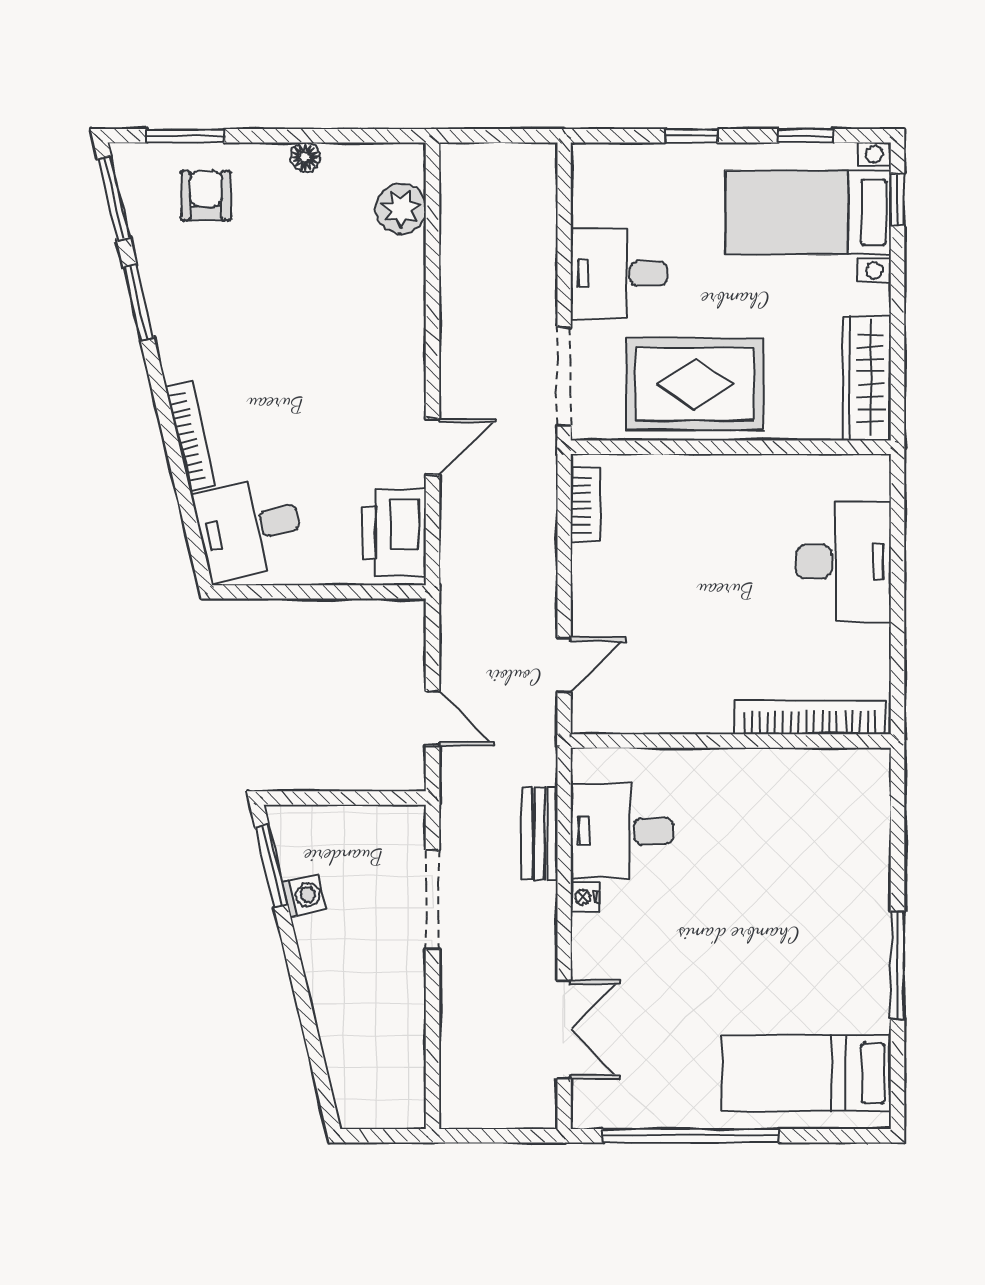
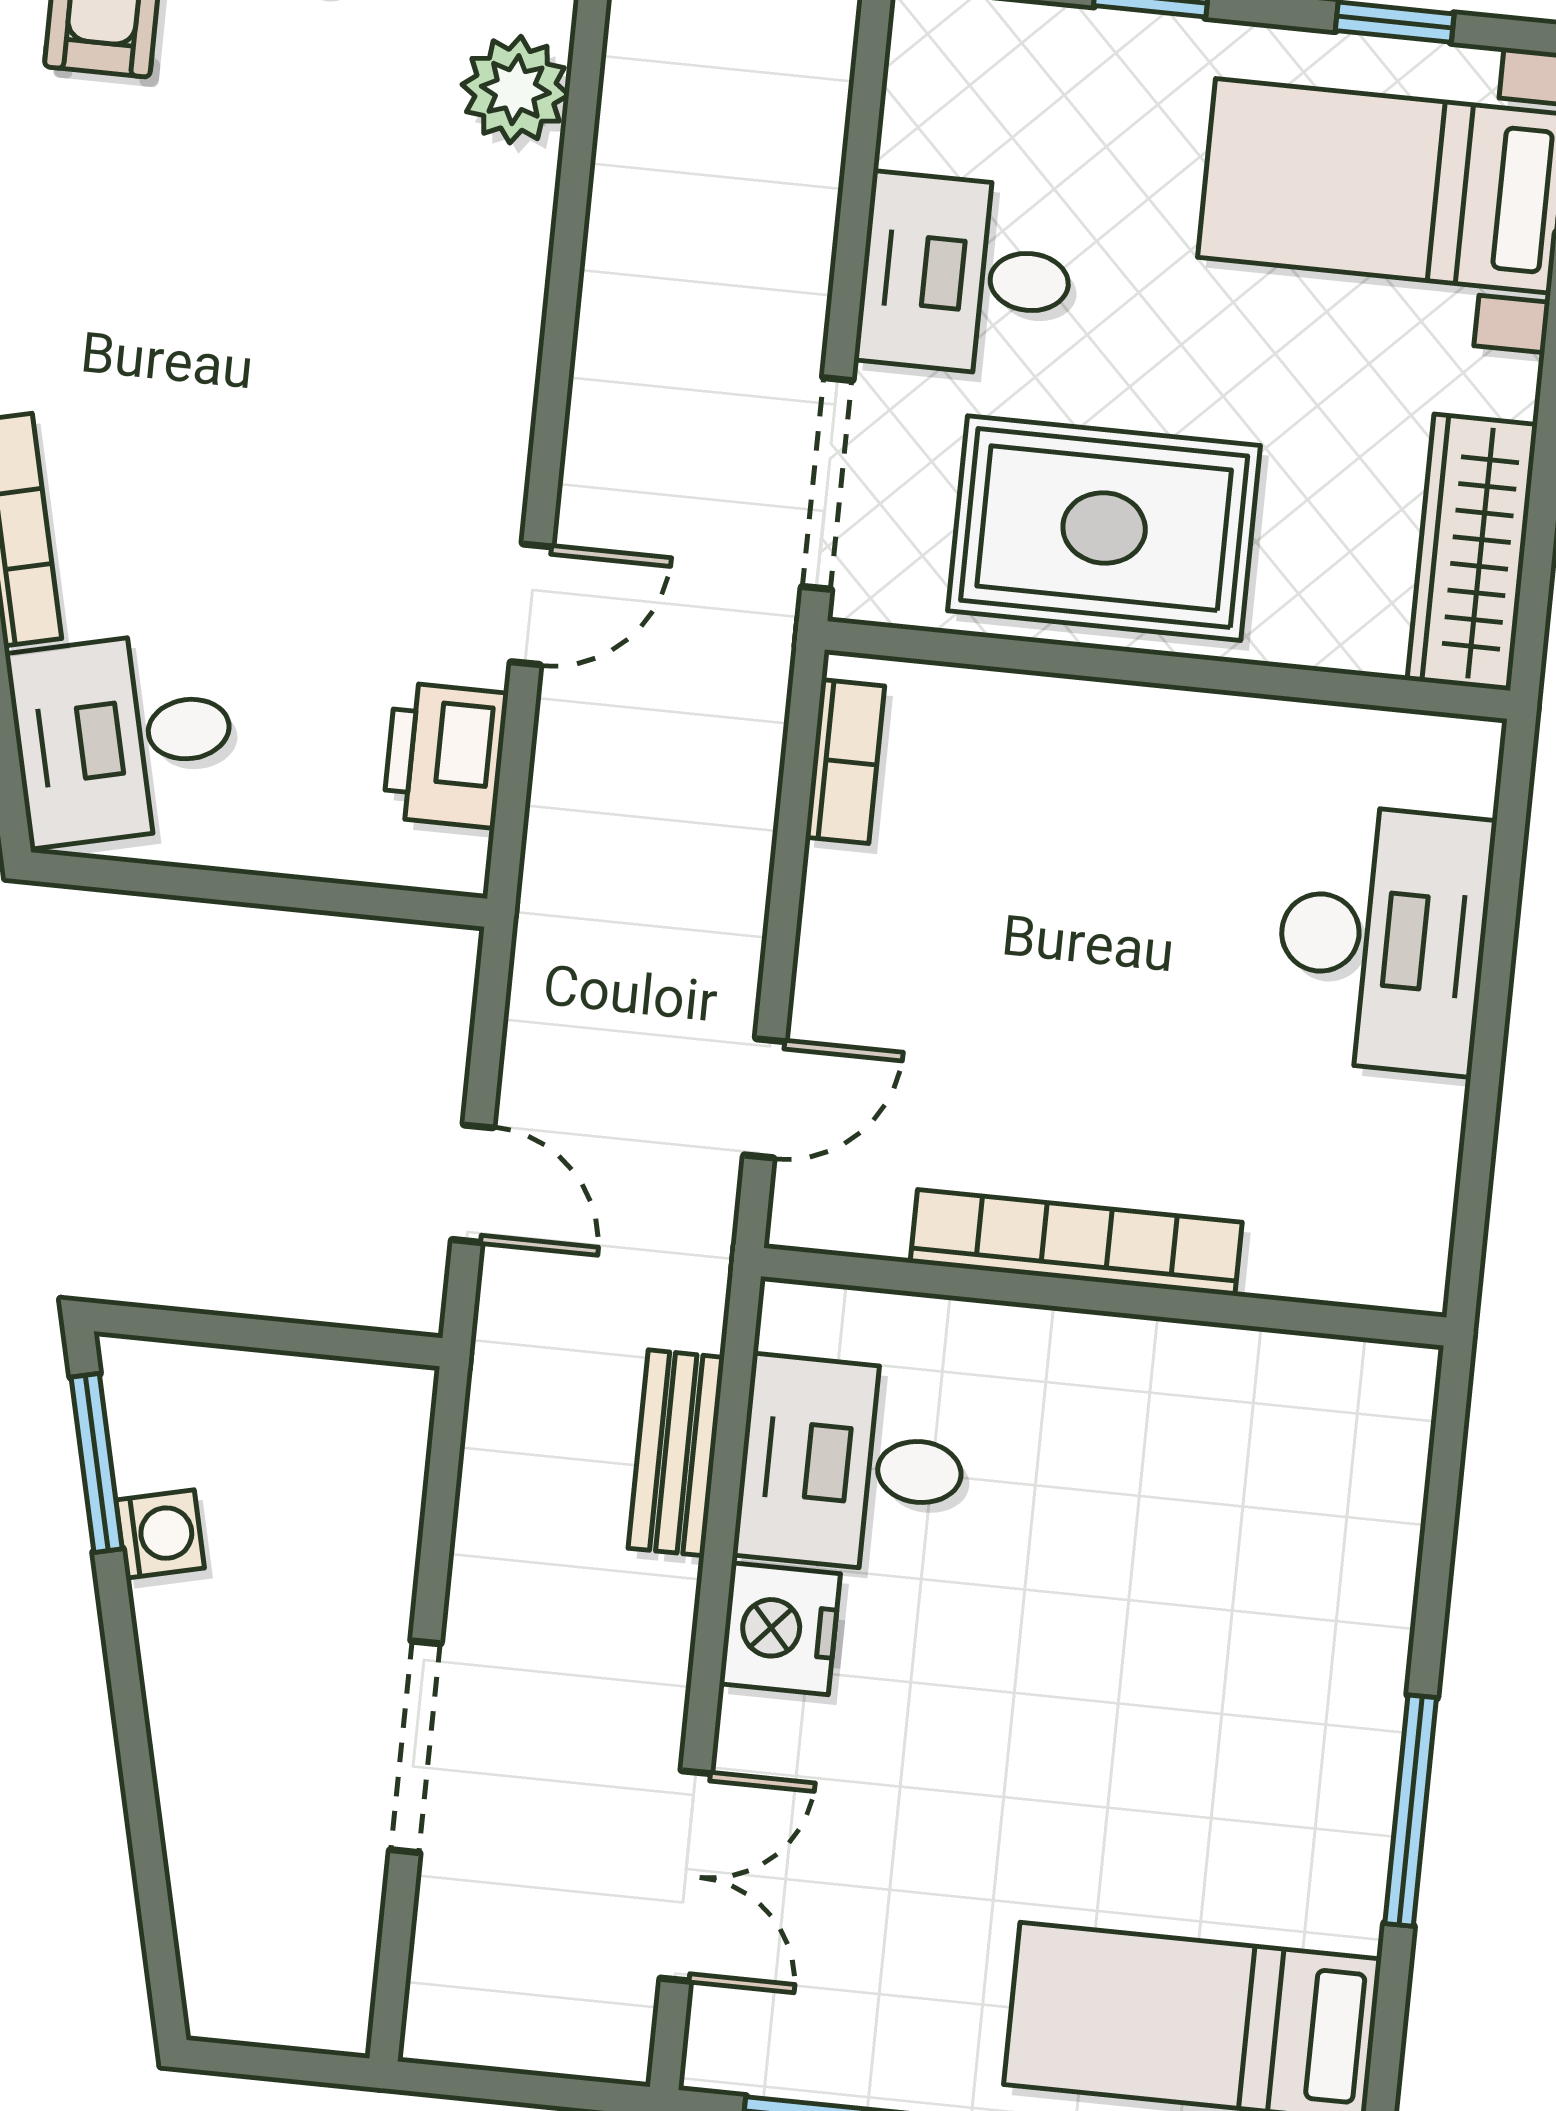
printer: (395, 533) -> (445, 755), width x0.73, depth x0.84
bookcase: (810, 717) -> (1076, 1243), moved
nightstand: (585, 897) -> (780, 1629), width x1.89, depth x1.79
doorway: (433, 900) -> (415, 1747), moved

